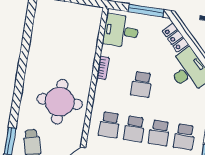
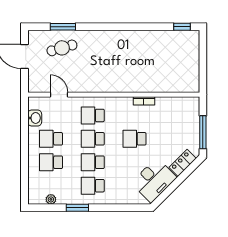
window: (30, 15) -> (182, 27), added
desk: (121, 31) -> (180, 112), removed
round table: (60, 102) -> (107, 66), removed

